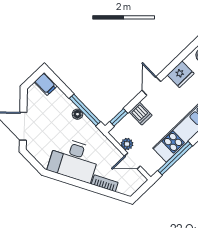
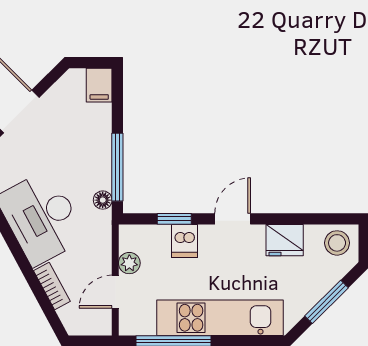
floor lamp: (77, 114) -> (103, 200), moved
window: (119, 117) -> (174, 219), moved
door: (132, 161) -> (115, 292), hinge flipped

